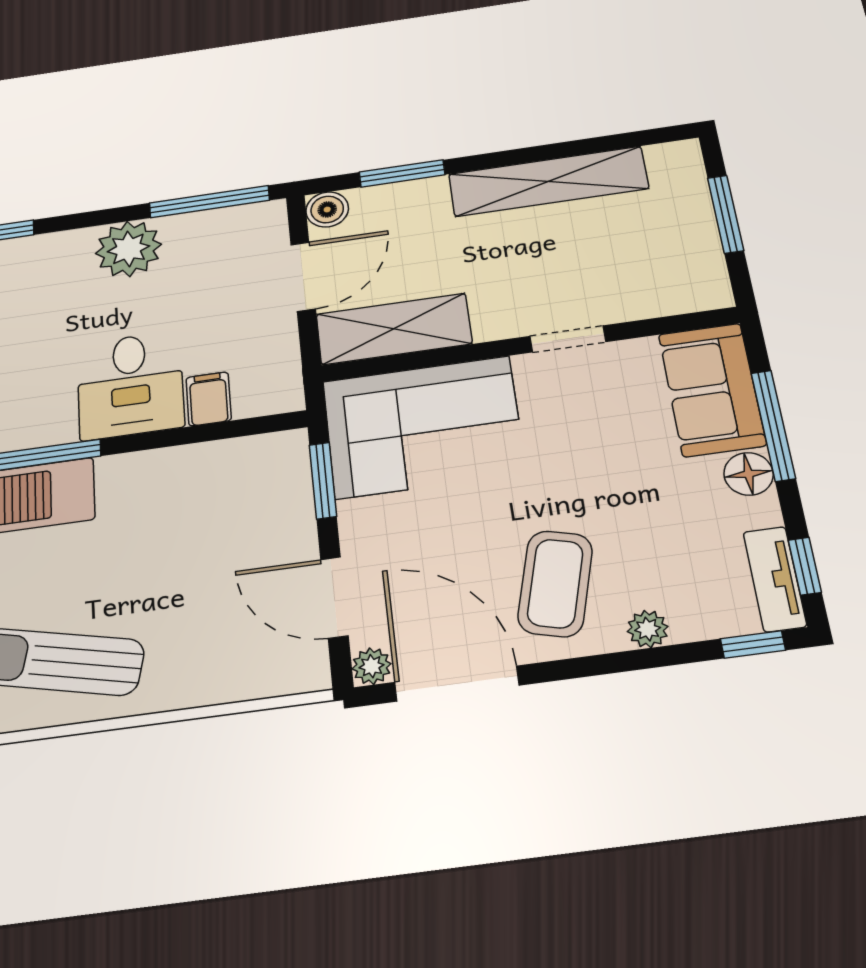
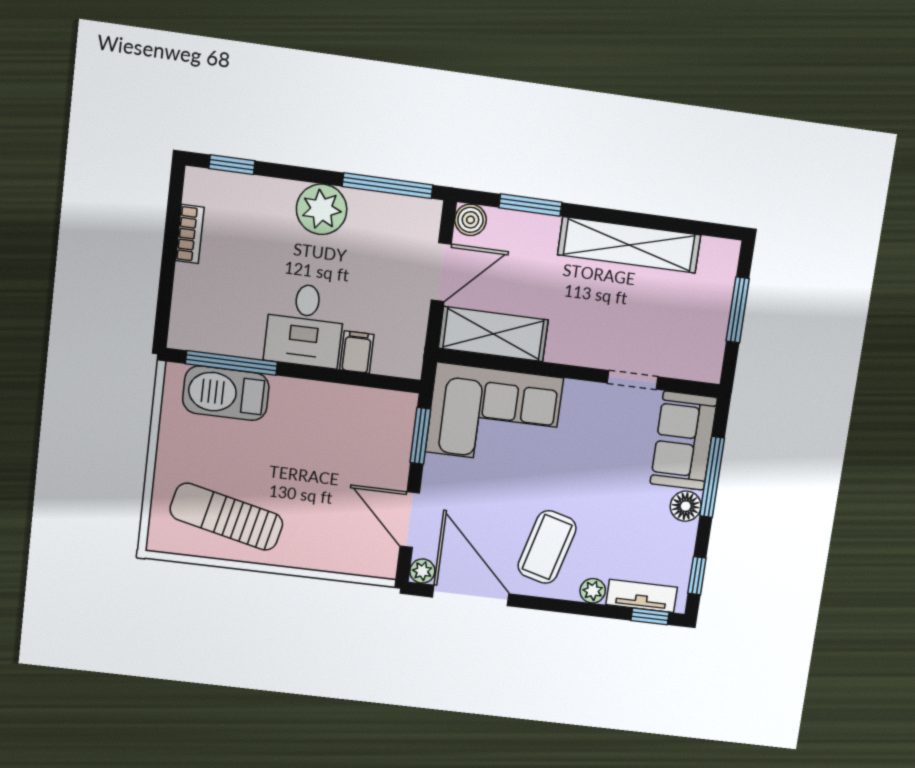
doorway: (568, 339) -> (633, 380), moved
tv unit: (775, 579) -> (642, 596), moved, turned 90

